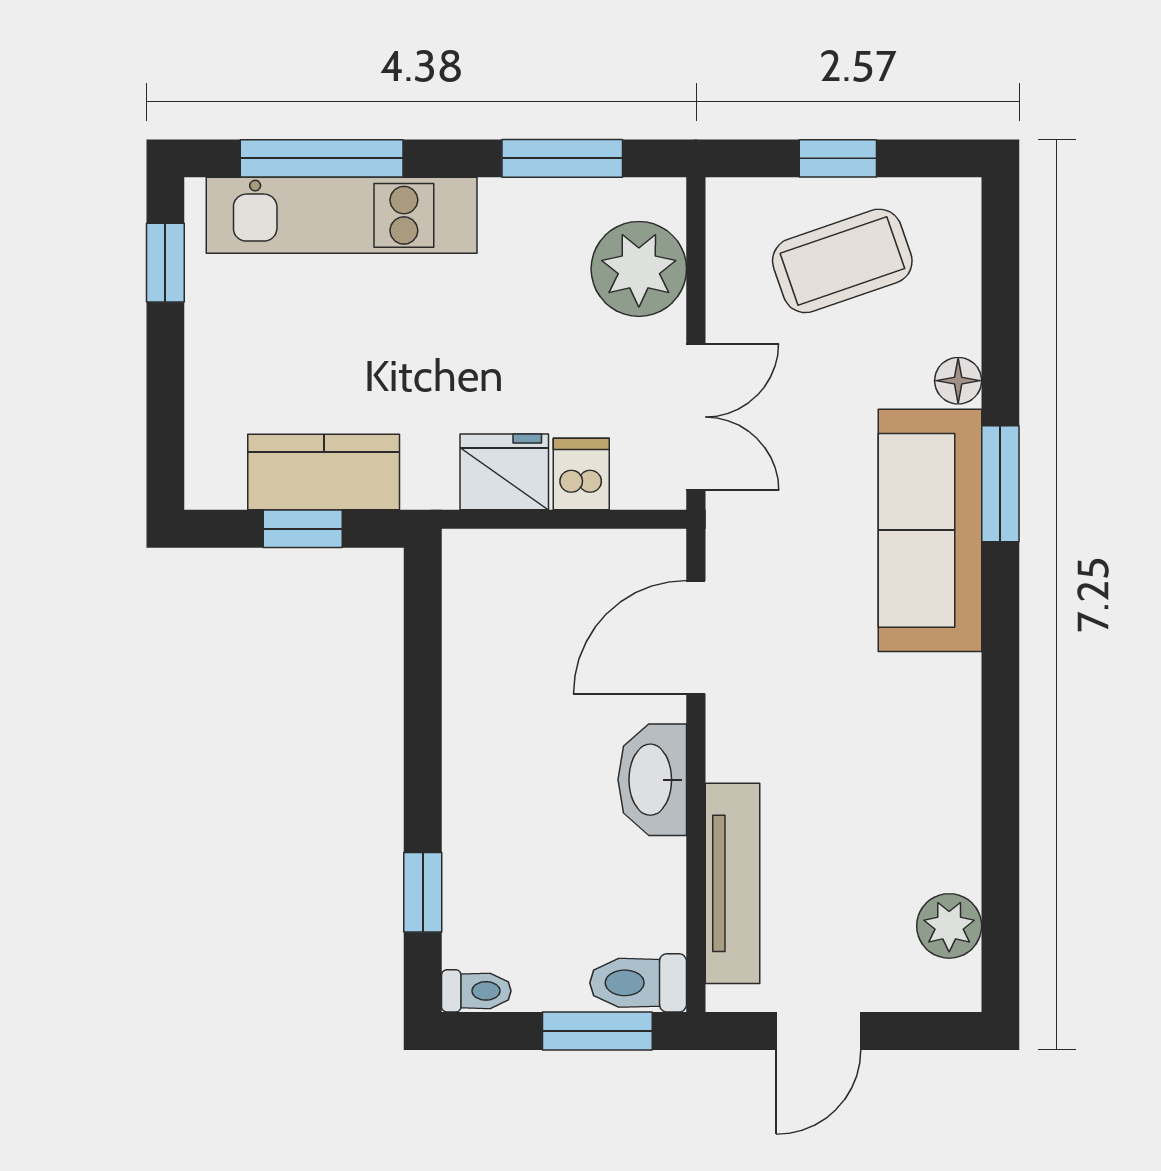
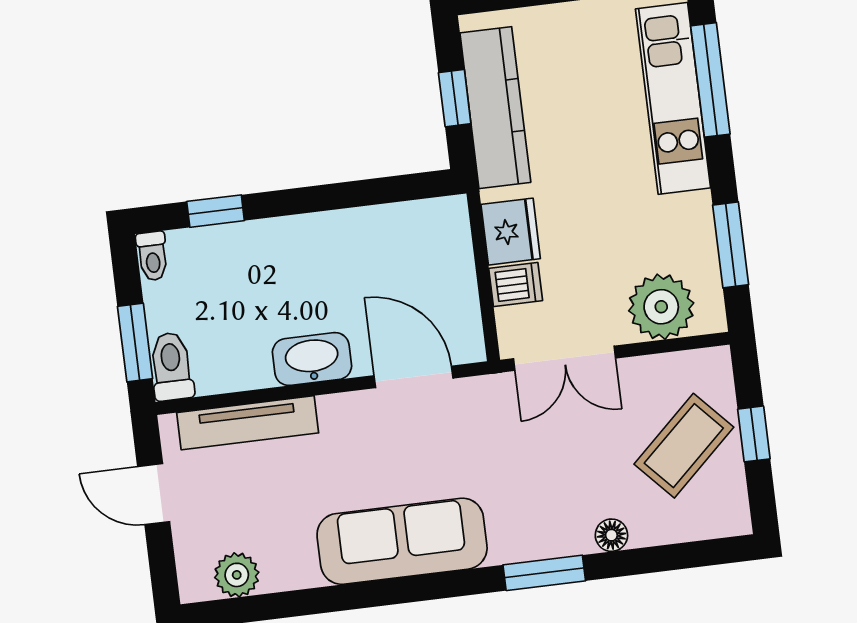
coffee table: (842, 261) -> (684, 446), turned 66
kitchen counter: (324, 472) -> (495, 108), width x1.50
sofa: (930, 530) -> (402, 541), moved

